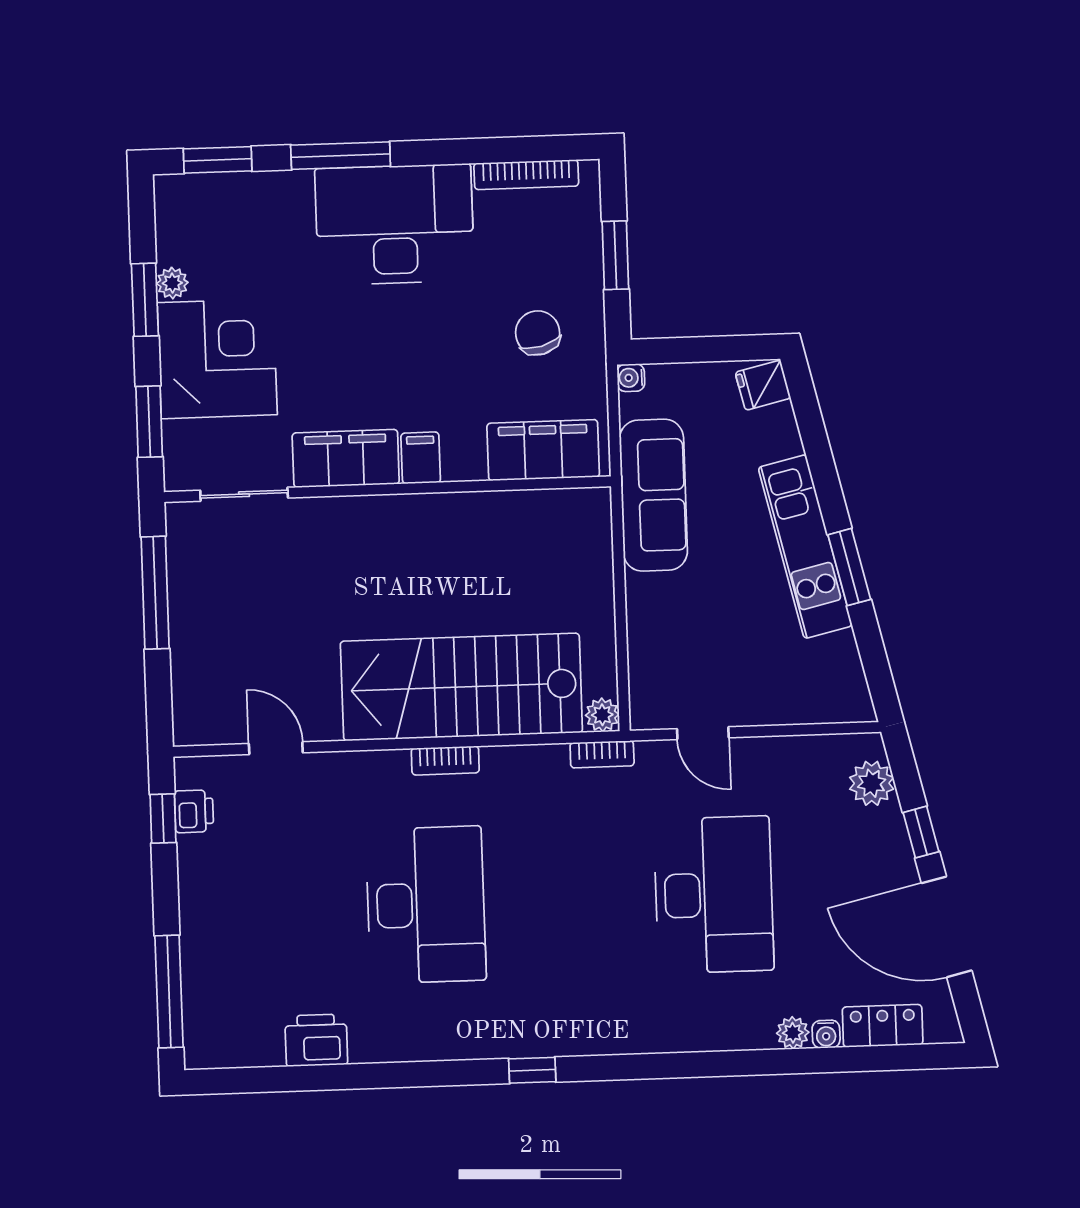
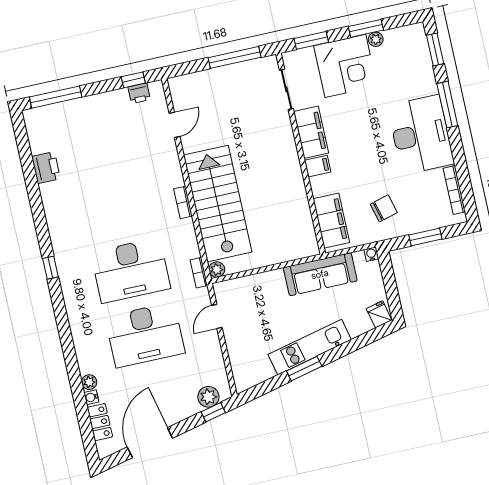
window: (921, 832) -> (213, 412), moved
desk: (426, 905) -> (131, 270), moved

